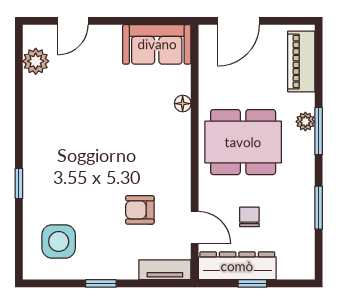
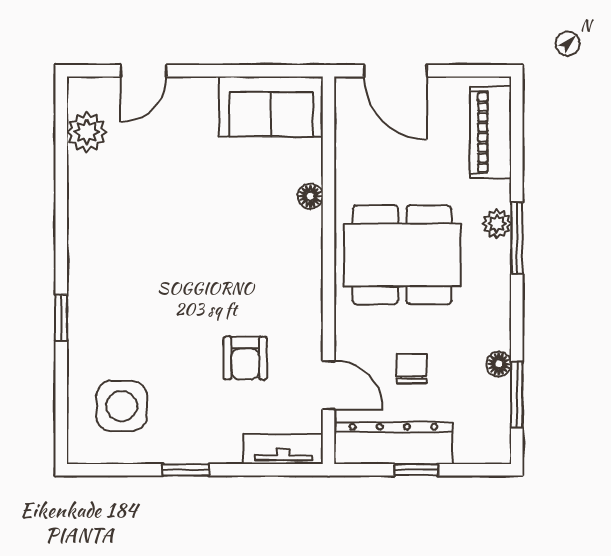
door: (239, 21) -> (395, 71), hinge flipped
window: (319, 208) -> (517, 395), moved
armchair: (140, 210) -> (245, 358), turned -90
floor lamp: (307, 214) -> (499, 364), added

